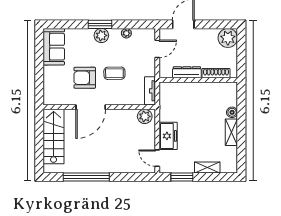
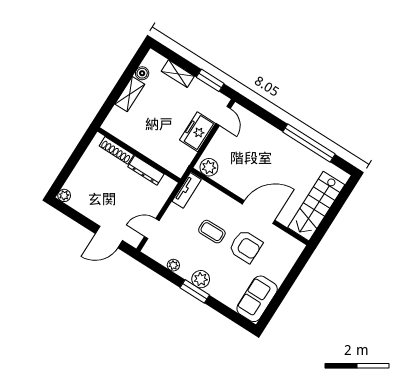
plant: (228, 38) -> (64, 195), width x0.53, depth x0.53
dresser: (187, 72) -> (146, 170), moved
shoe rack: (216, 73) -> (116, 150), moved
wall: (198, 80) -> (139, 155), moved
boiler: (232, 112) -> (142, 73), moved

